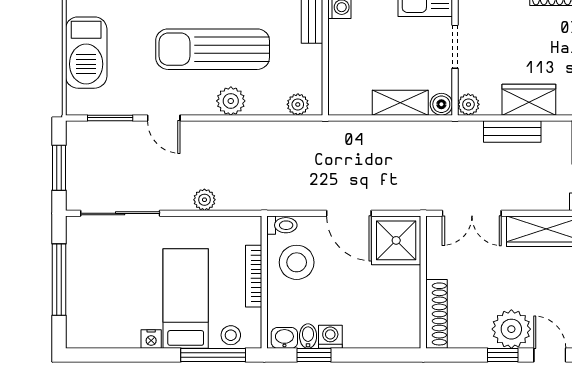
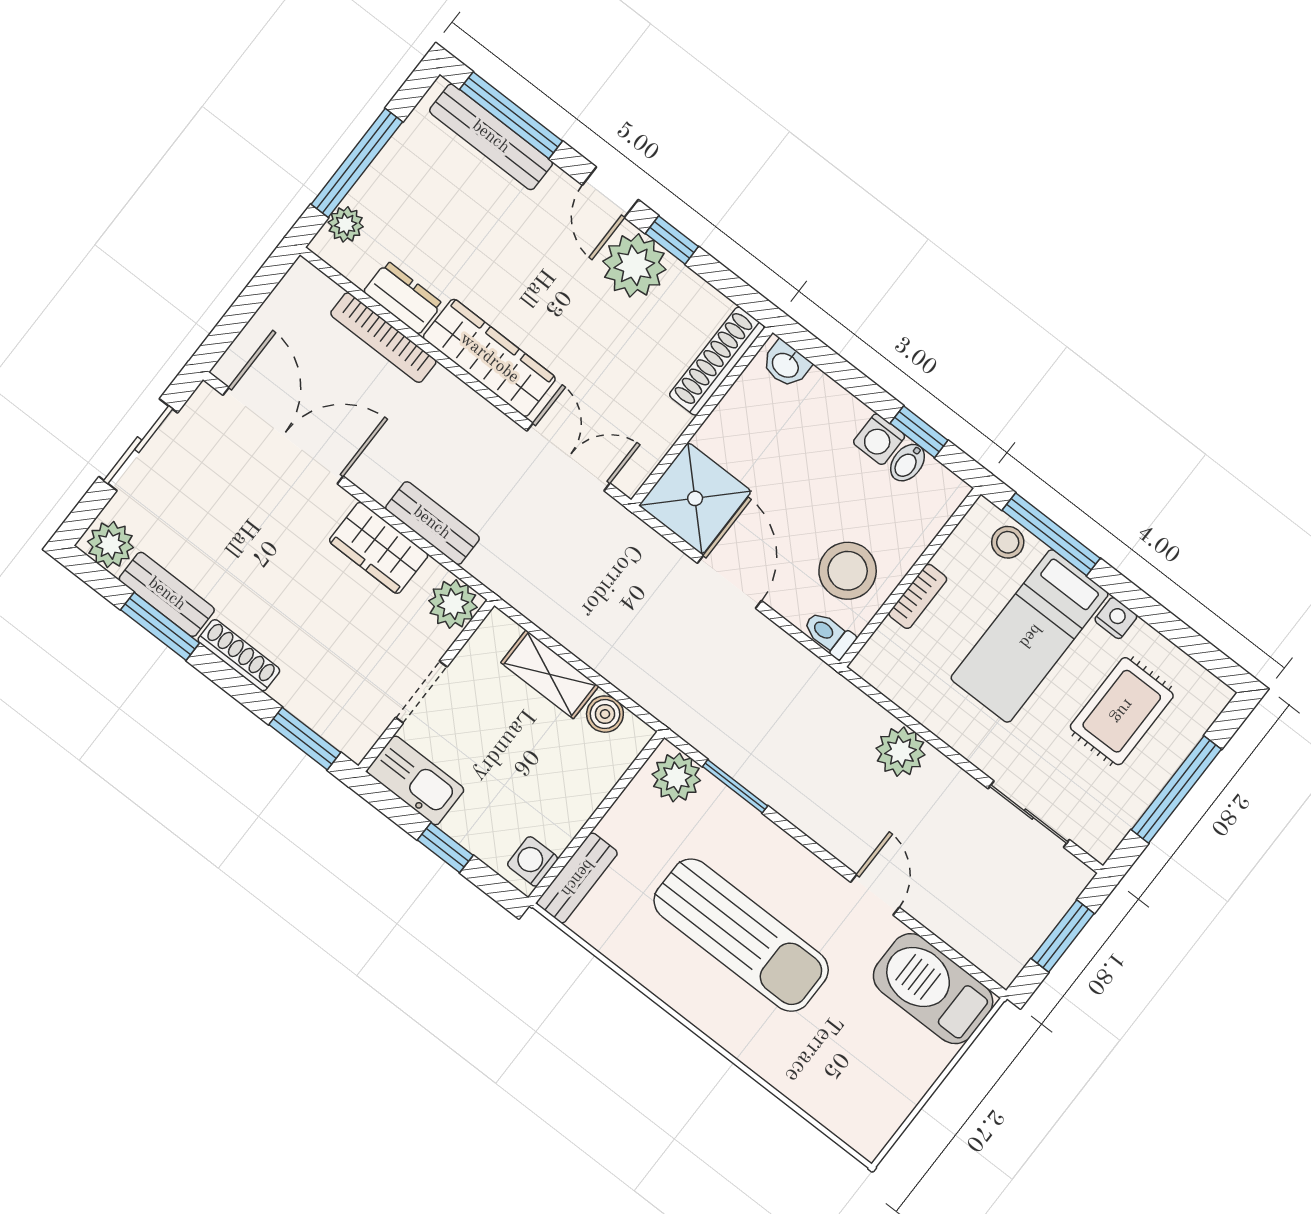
barbecue: (86, 53) -> (933, 989), moved, turned -90
plant: (231, 101) -> (770, 849), removed
plant: (298, 104) -> (676, 777), width x1.38, depth x1.38
boiler: (441, 104) -> (605, 714), moved
plant: (468, 104) -> (453, 604), width x1.38, depth x1.38
window: (110, 118) -> (735, 786), moved
plant: (204, 200) -> (900, 752), width x1.38, depth x1.38
sliding door: (120, 213) -> (1029, 814), width x0.73
bookcase: (254, 276) -> (918, 596), width x0.64
rug: (114, 297) -> (1122, 711), added
washbasin: (284, 338) -> (786, 364), moved

